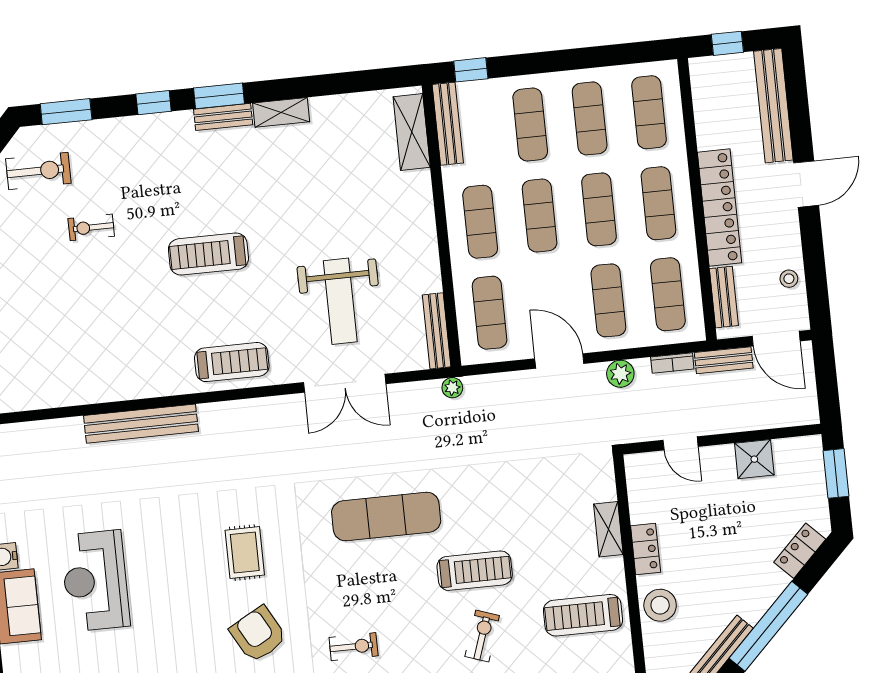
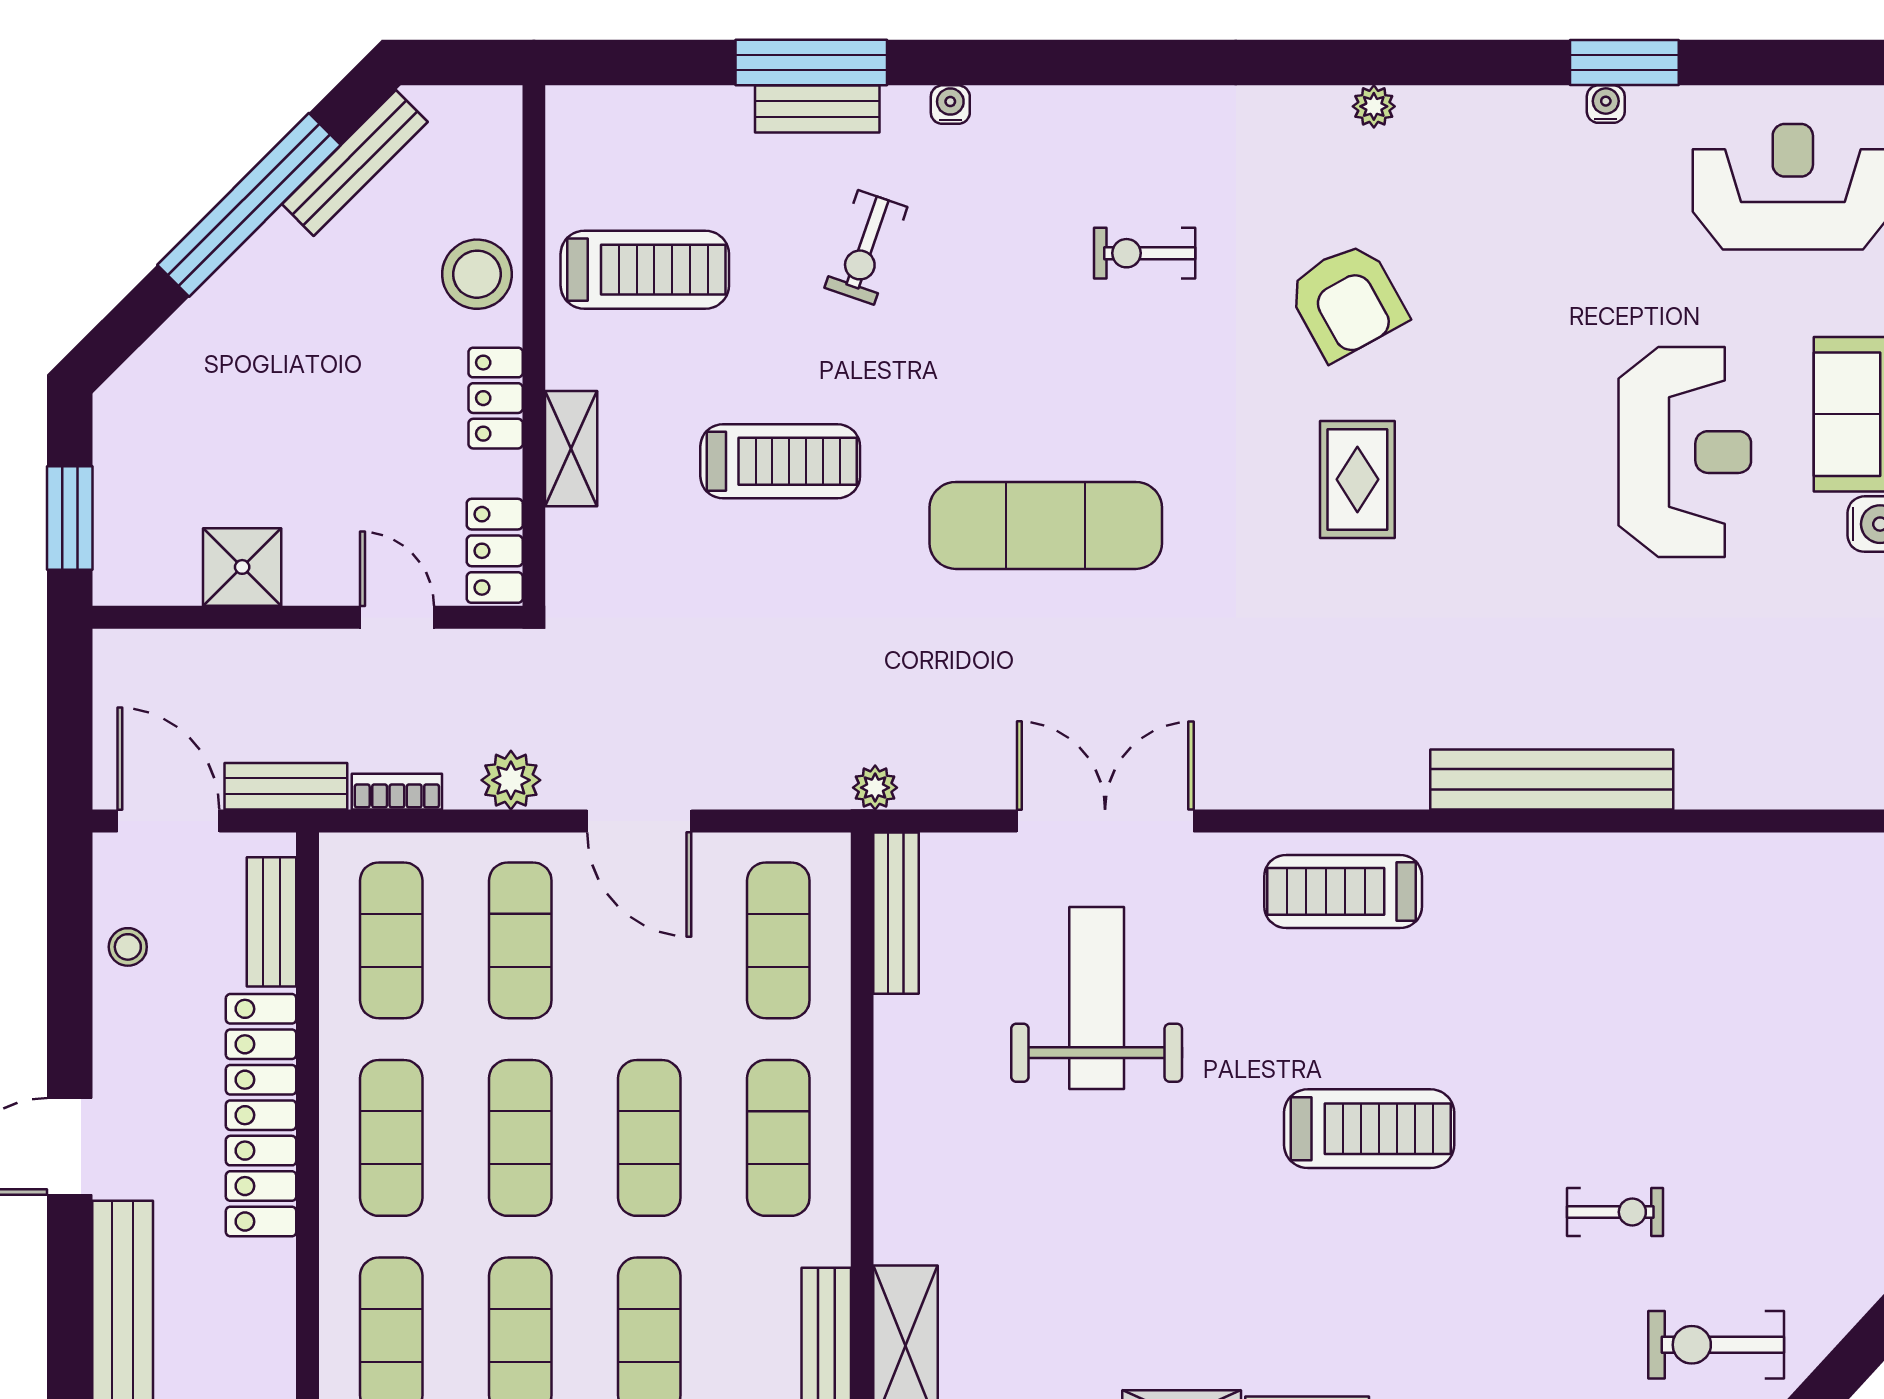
locker: (800, 551) -> (495, 551), moved, turned 135
treadmill: (475, 571) -> (780, 461), moved, turned 180

